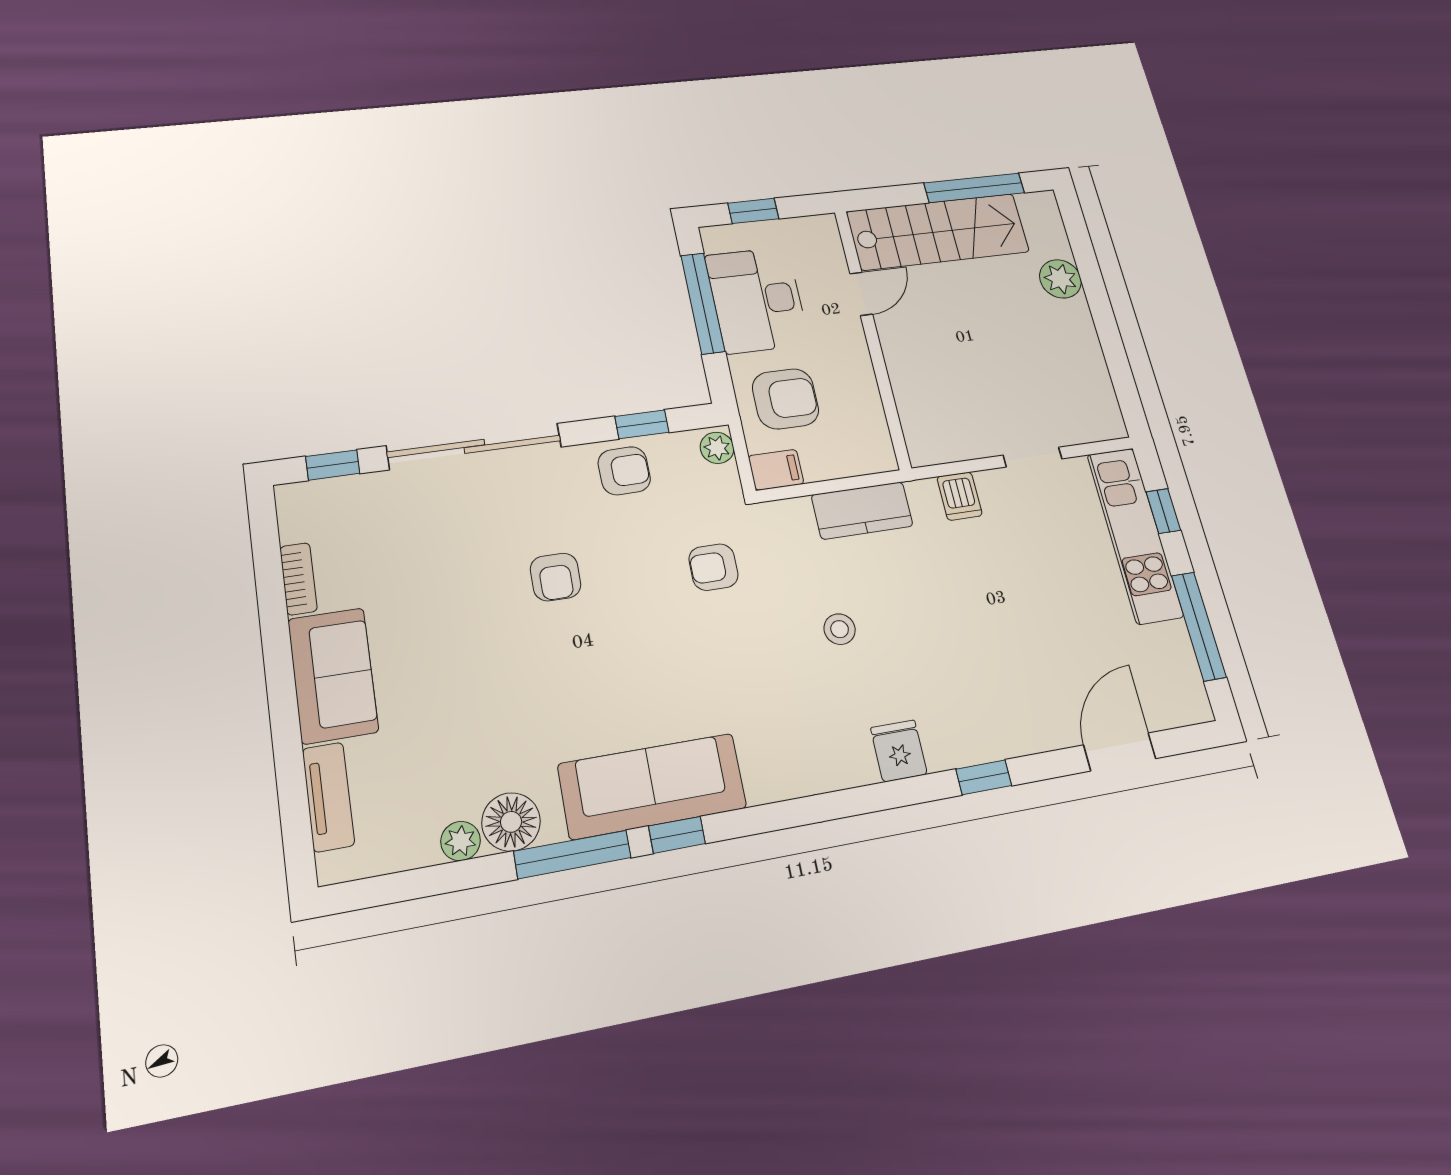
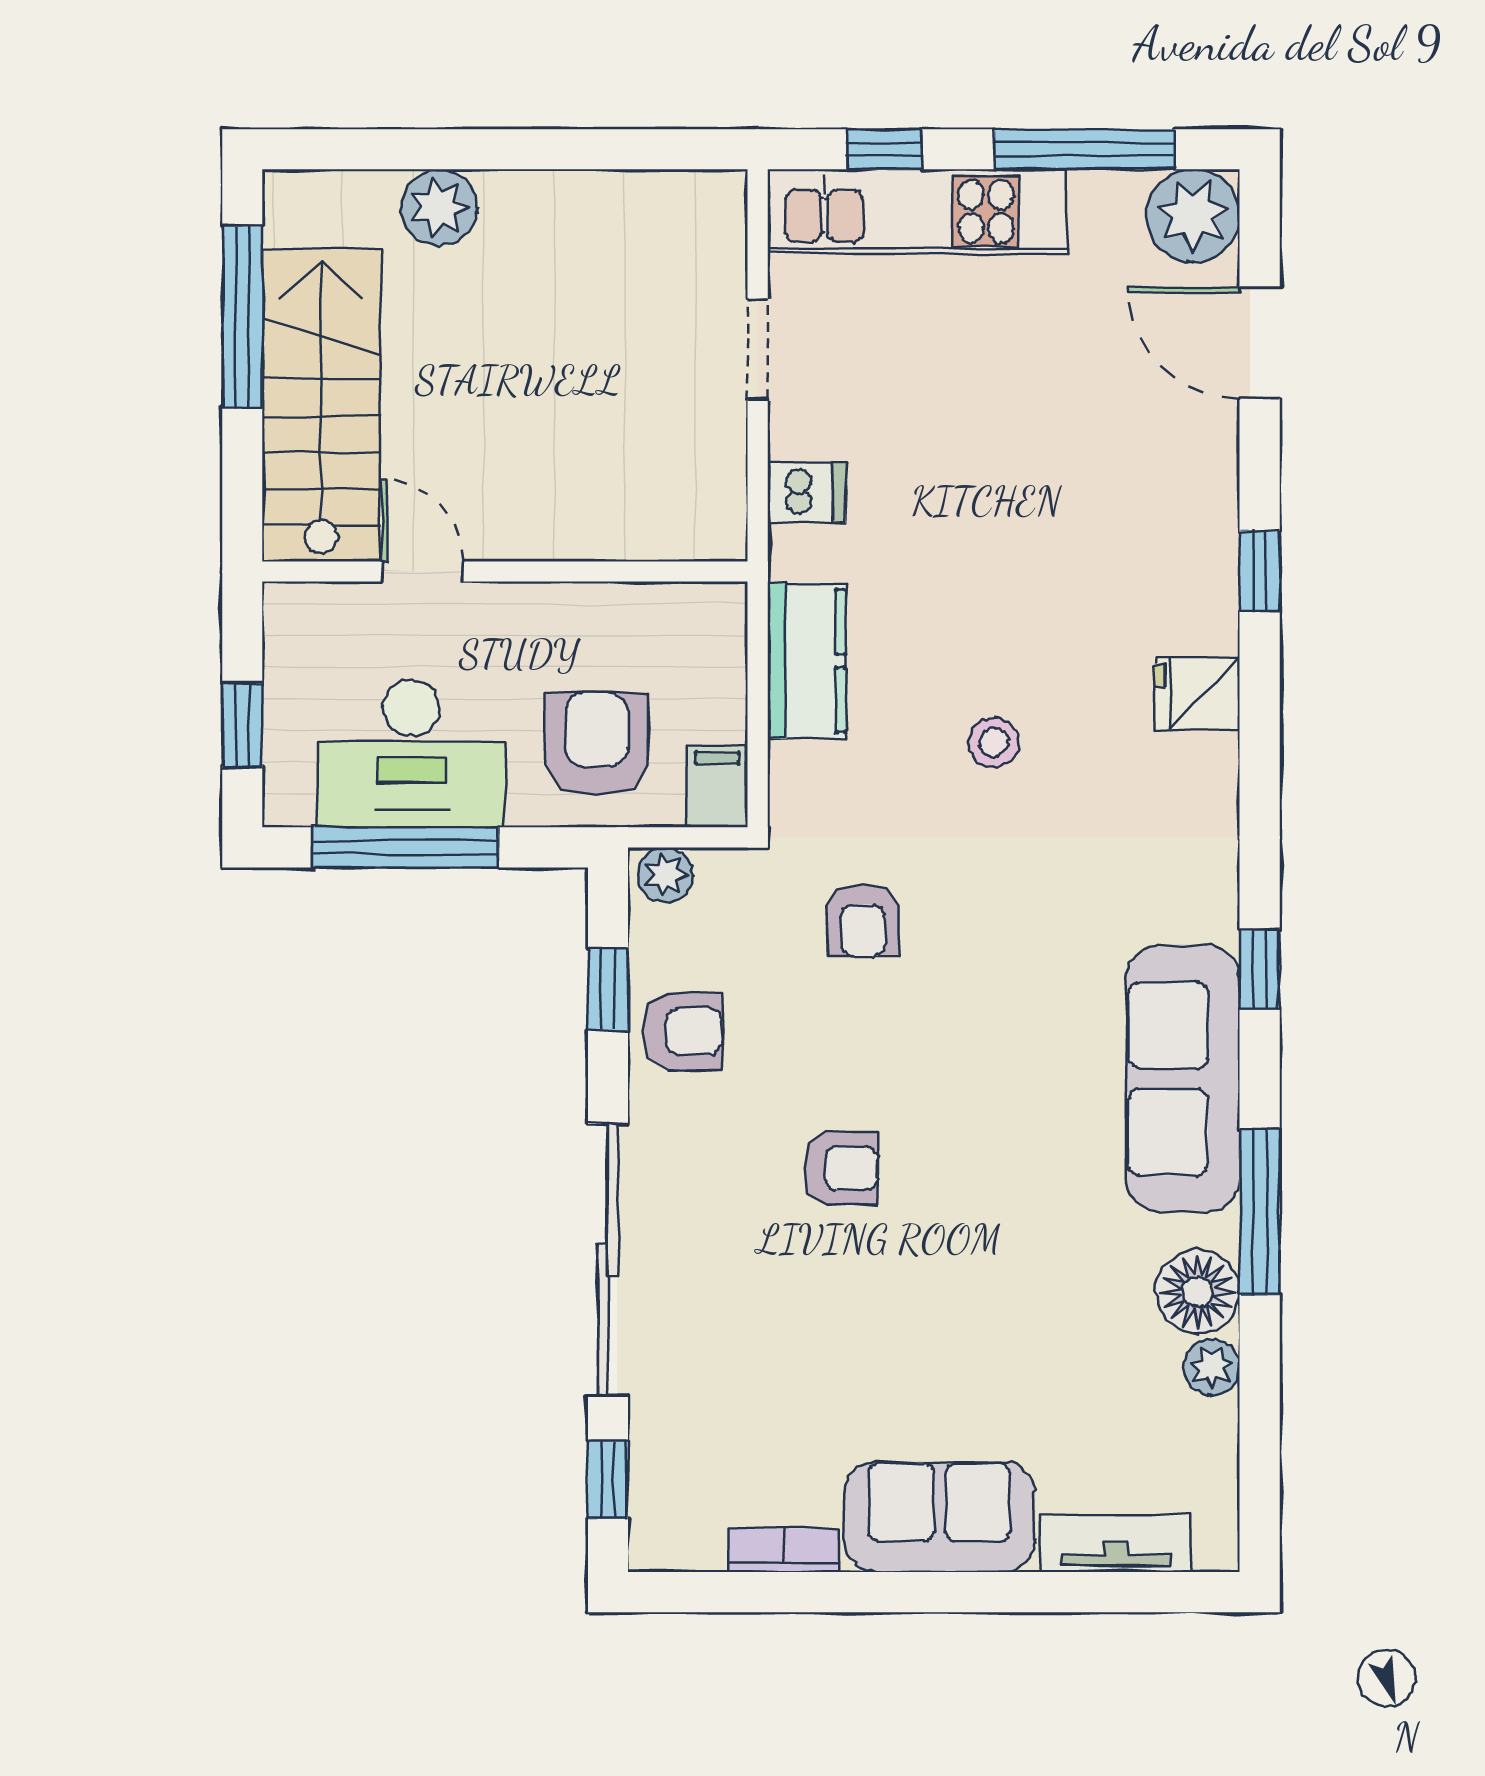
armchair: (624, 471) -> (683, 1031), turned 91
plant: (1181, 697) -> (1193, 216), added
window: (677, 835) -> (1260, 969), moved

